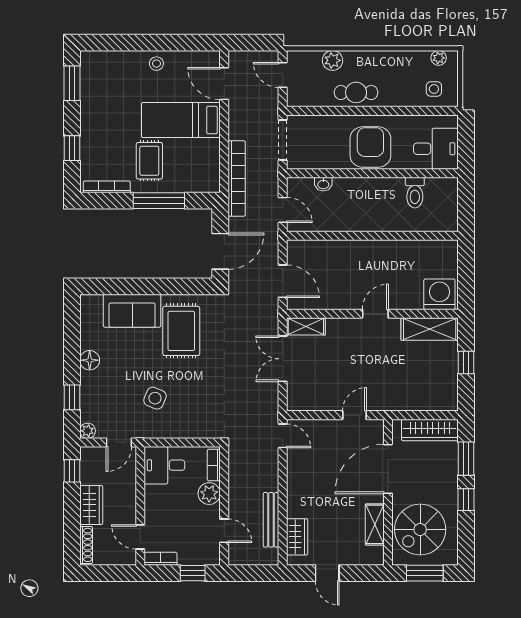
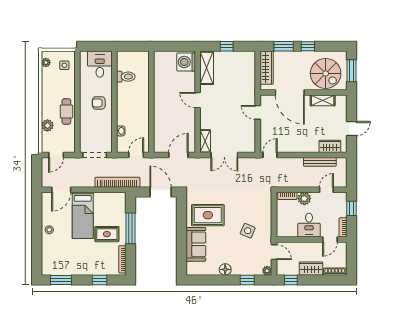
armchair: (370, 147) -> (99, 103), width x0.53, depth x0.53
desk: (164, 465) -> (309, 225), moved

